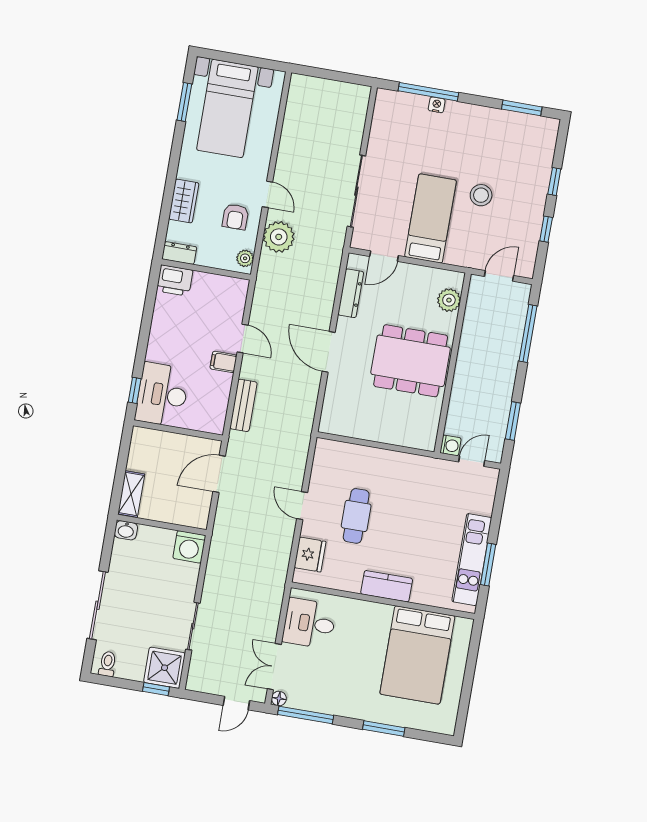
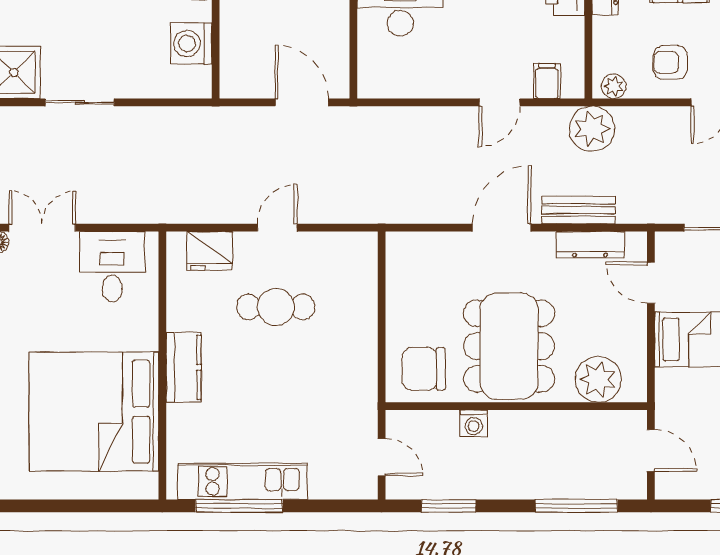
plant: (279, 237) -> (592, 129), moved
plant: (449, 300) -> (598, 379), width x1.36, depth x1.36
filing cabinet: (223, 362) -> (547, 81), moved
bench: (243, 405) -> (579, 210), moved
chair: (416, 422) -> (423, 369), added
washing machine: (451, 445) -> (474, 423), moved
washing machine: (189, 547) -> (191, 43), moved
window: (488, 565) -> (239, 506), width x1.44
bed: (417, 655) -> (94, 412), width x1.36

